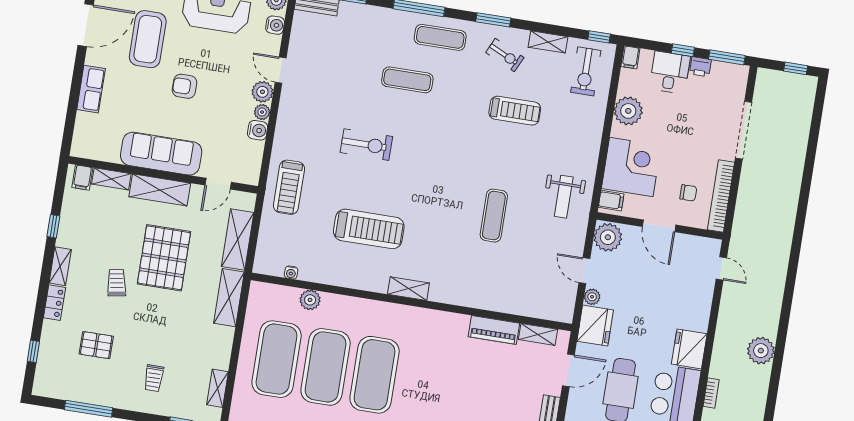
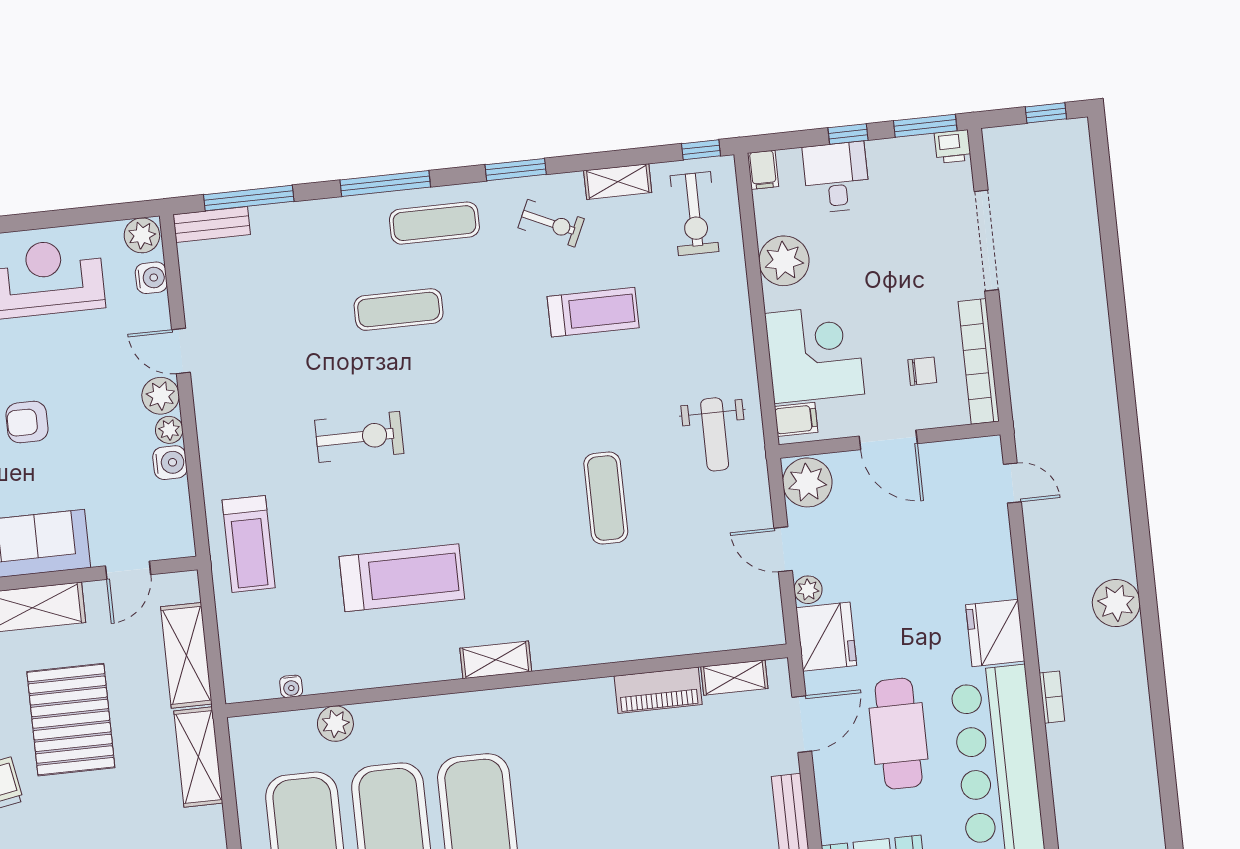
printer: (700, 67) -> (953, 147), moved

